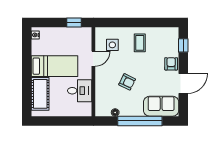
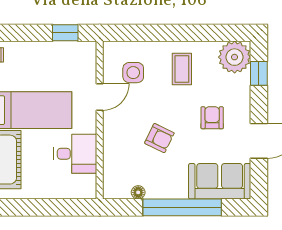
plant: (169, 36) -> (235, 57), added
armchair: (171, 64) -> (212, 118), moved

